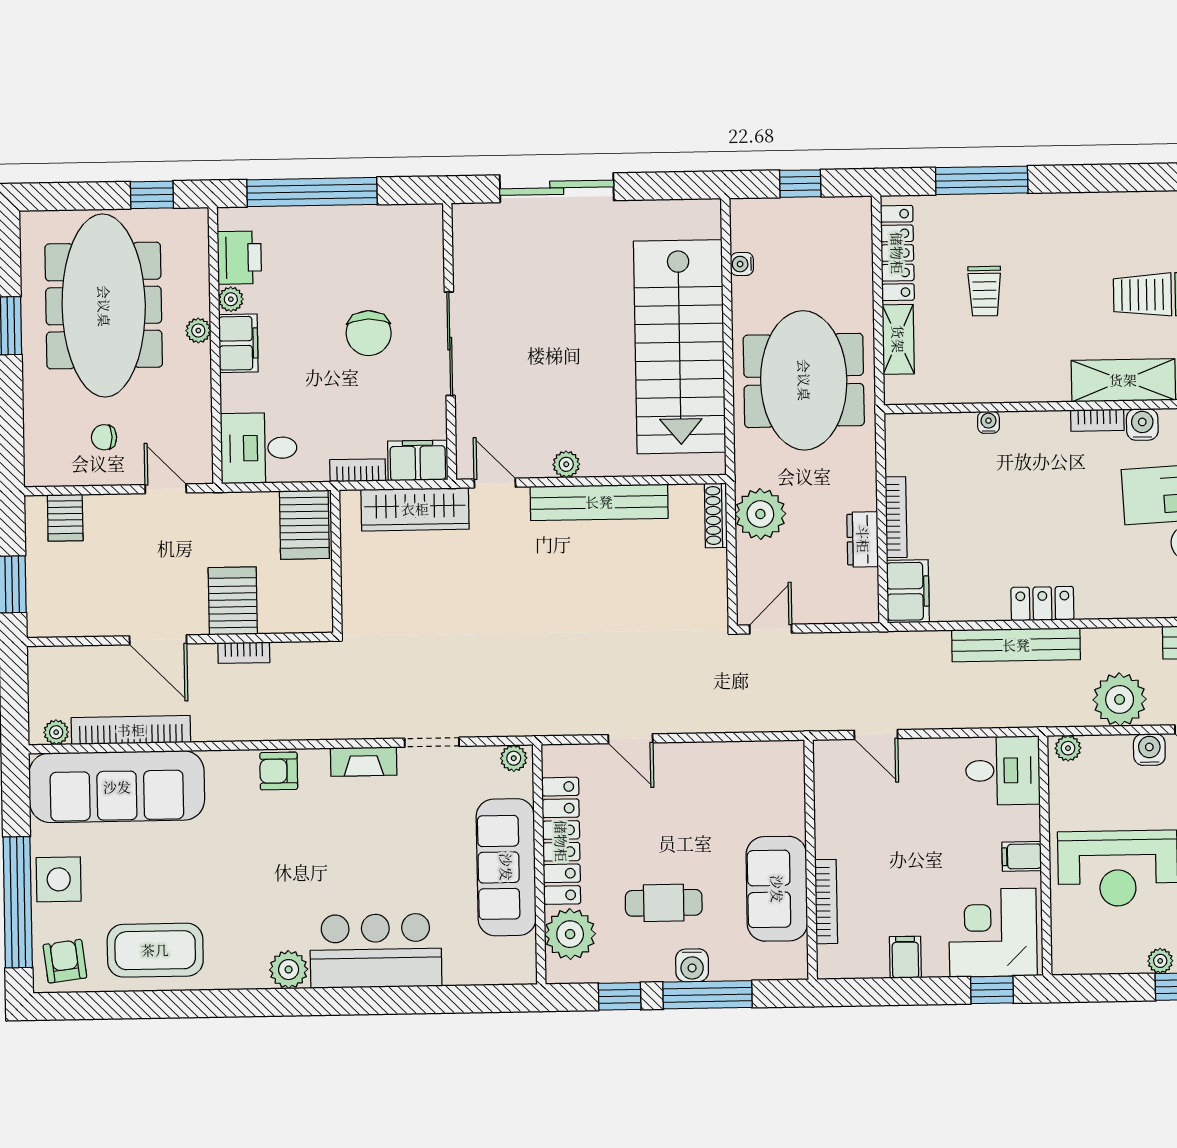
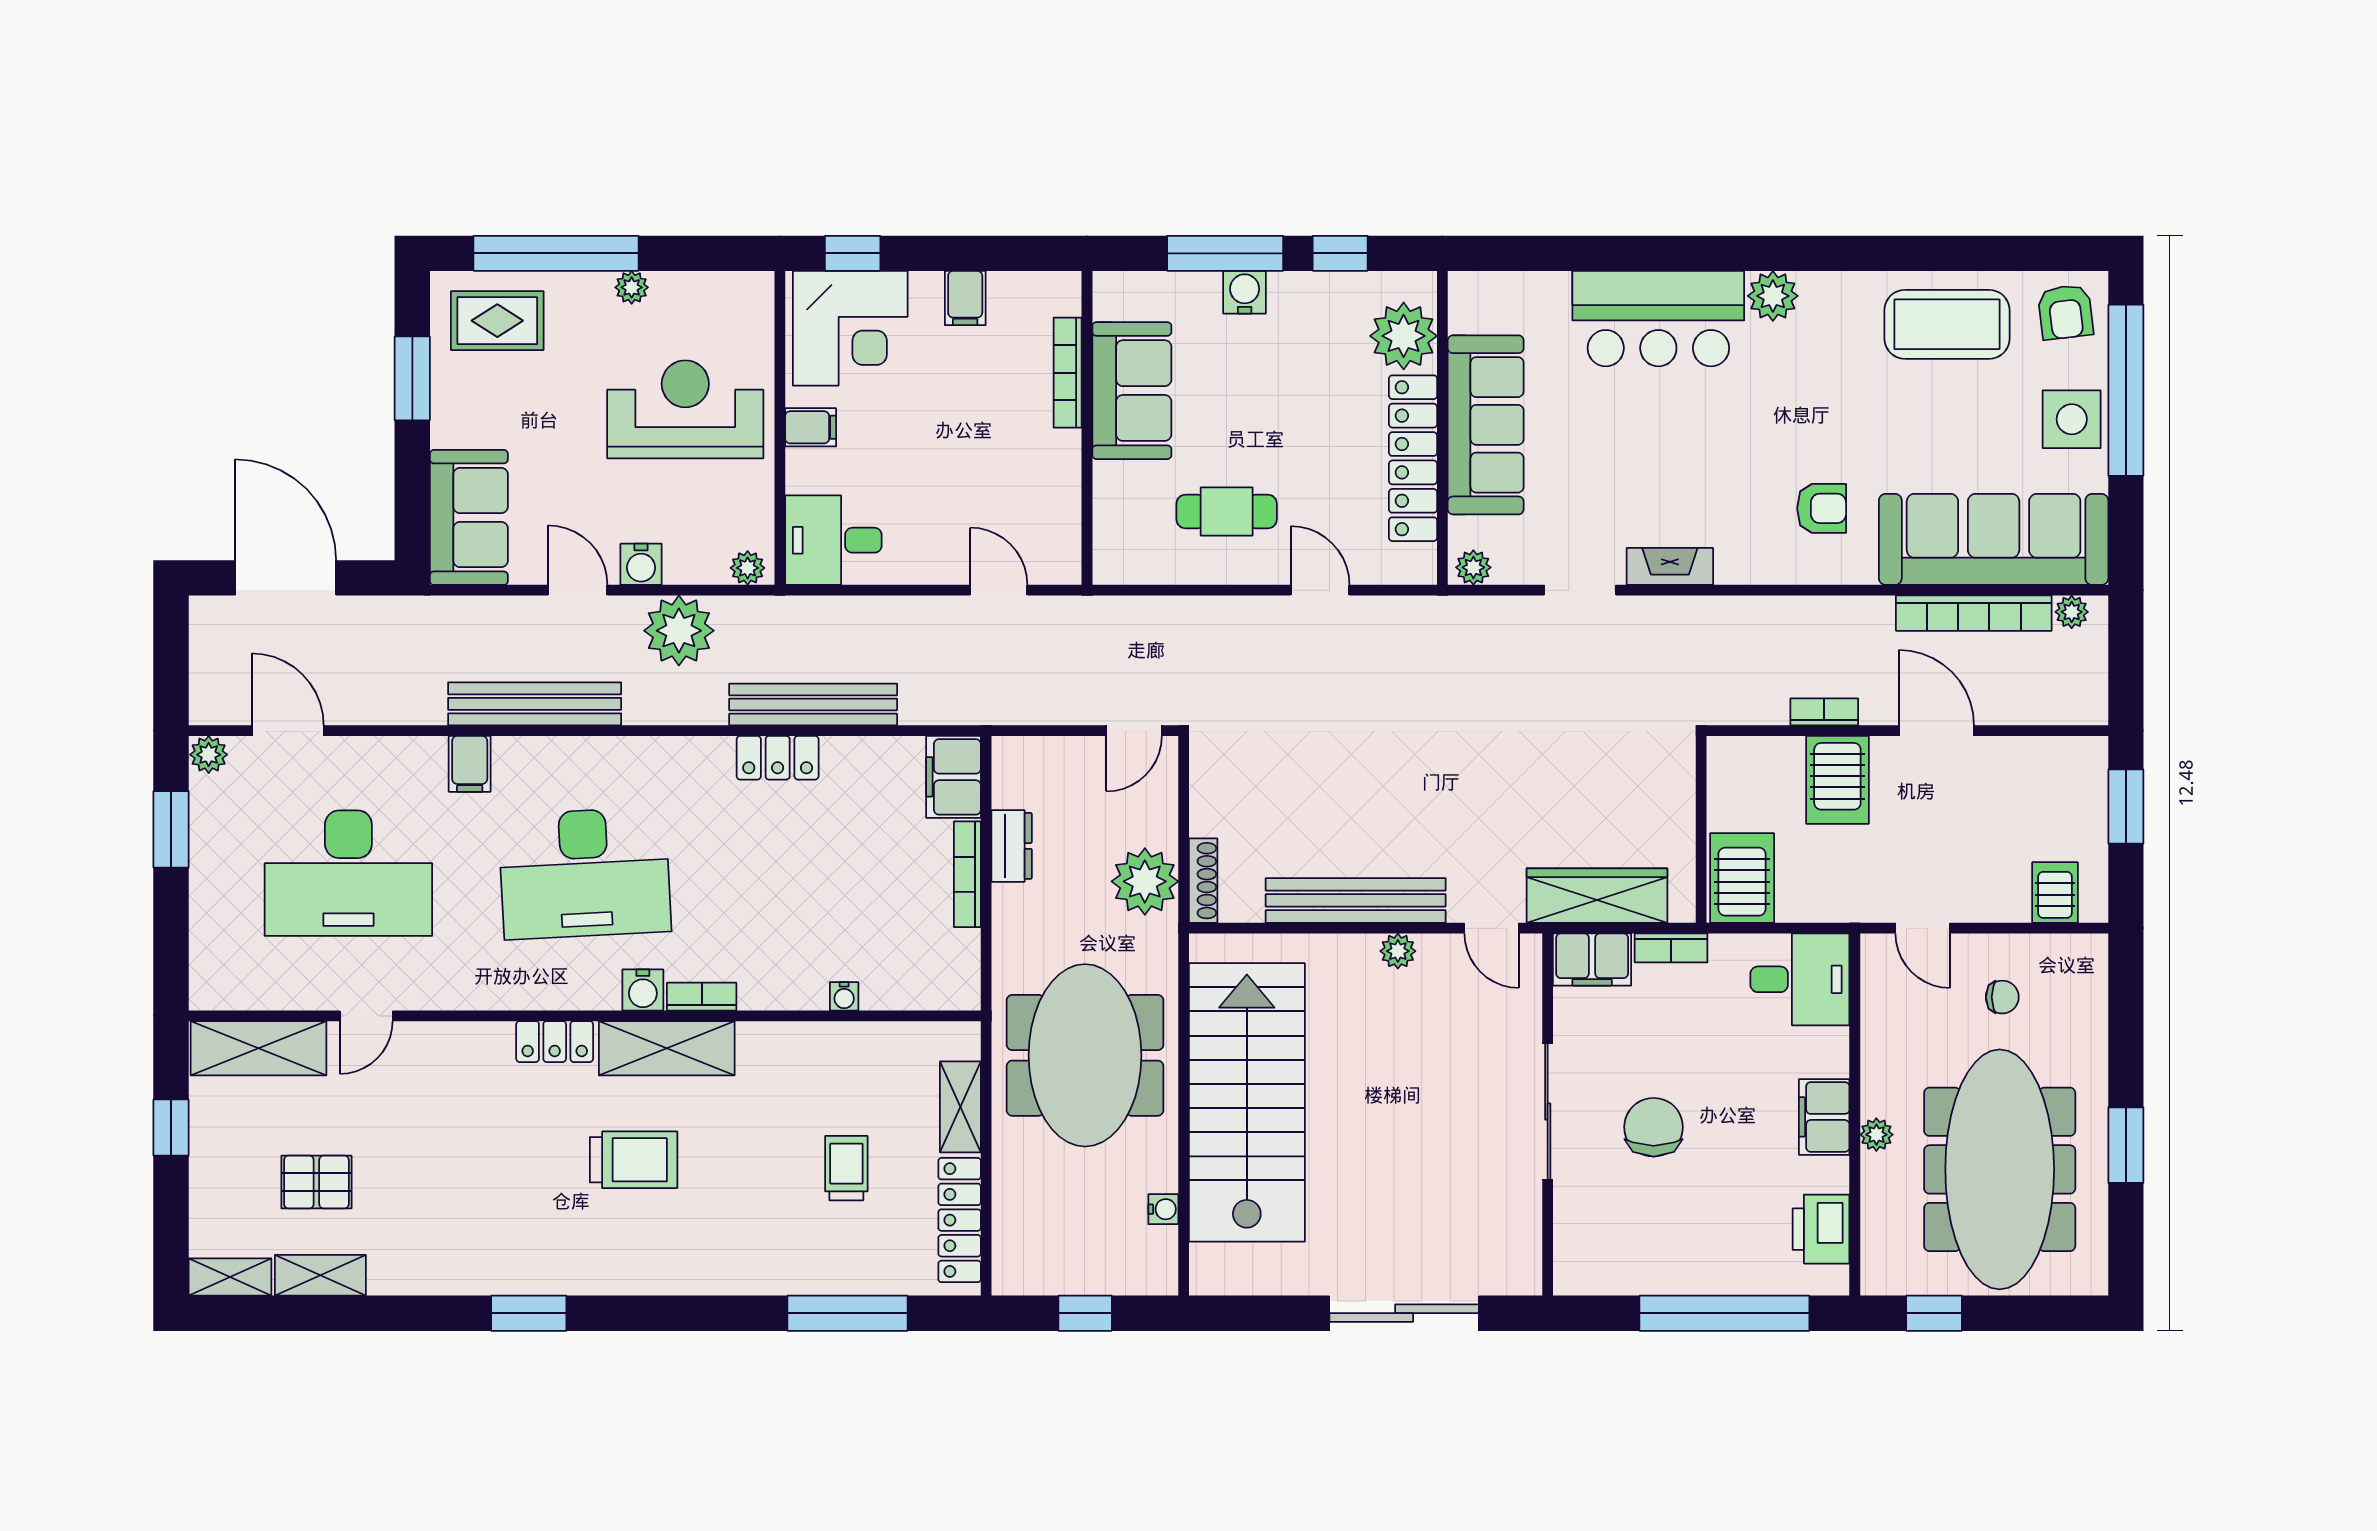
plant: (231, 299) -> (1833, 1175), removed
armchair: (279, 771) -> (1822, 508), moved
cafe table: (664, 903) -> (1227, 511), moved

